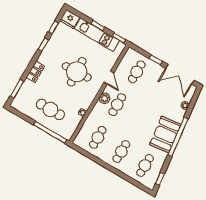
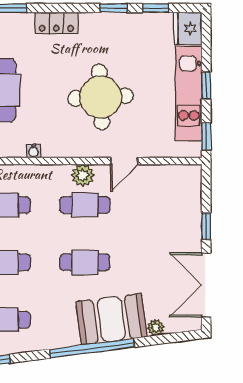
cafe table: (137, 72) -> (85, 262), moved
booth: (165, 134) -> (111, 319), moved

